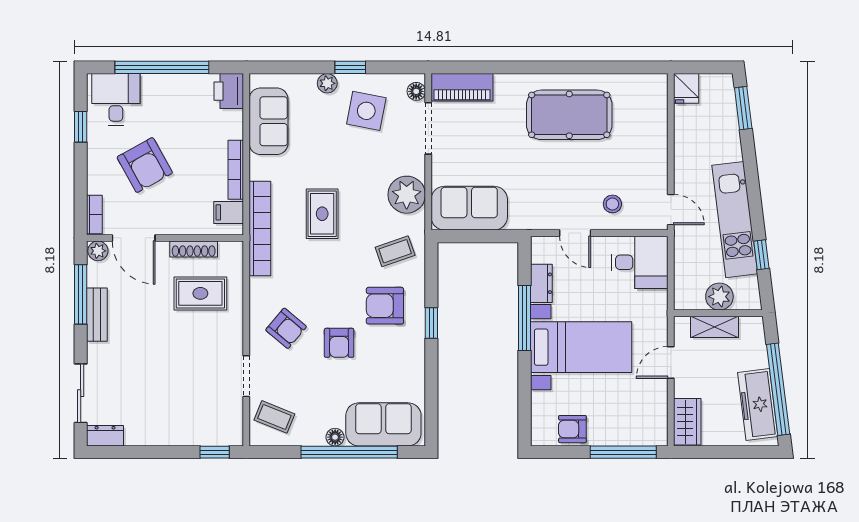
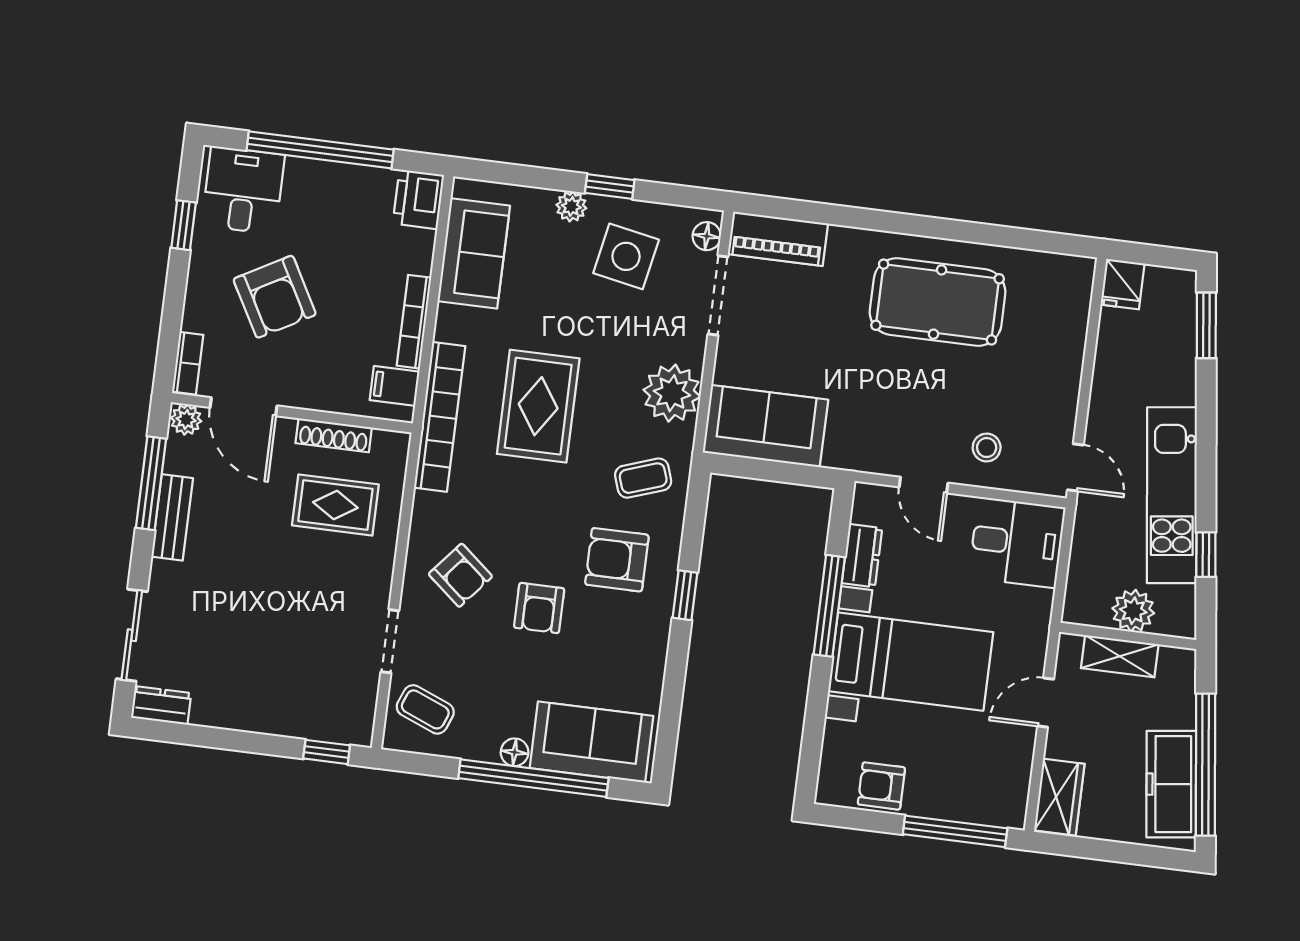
rug: (322, 214) -> (538, 406), width x1.36, depth x1.43

